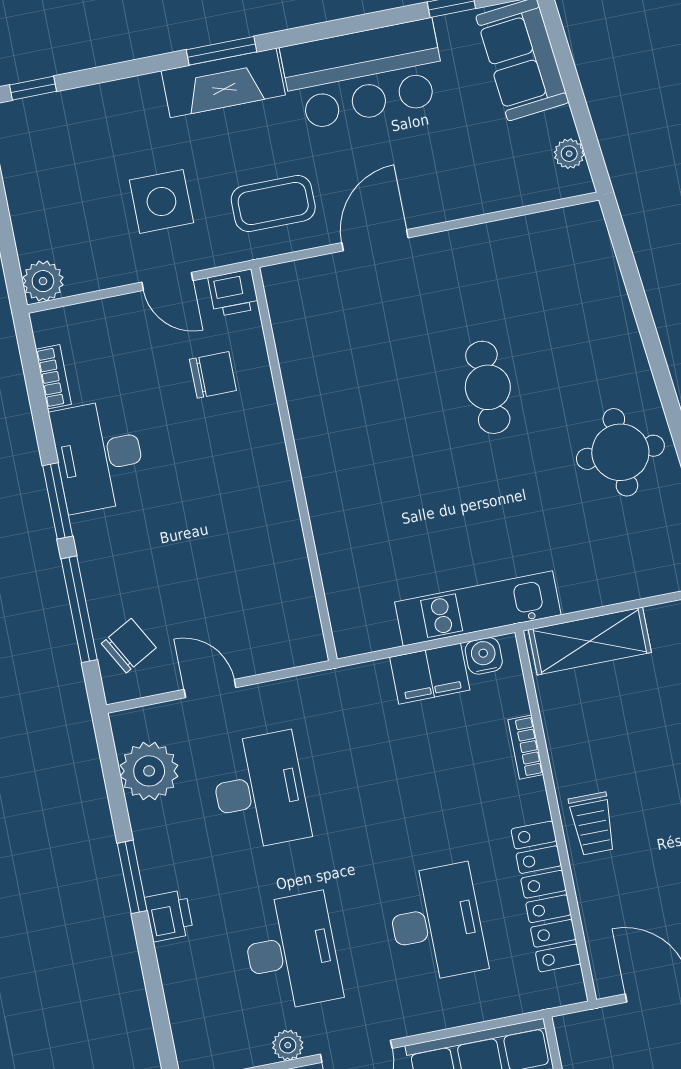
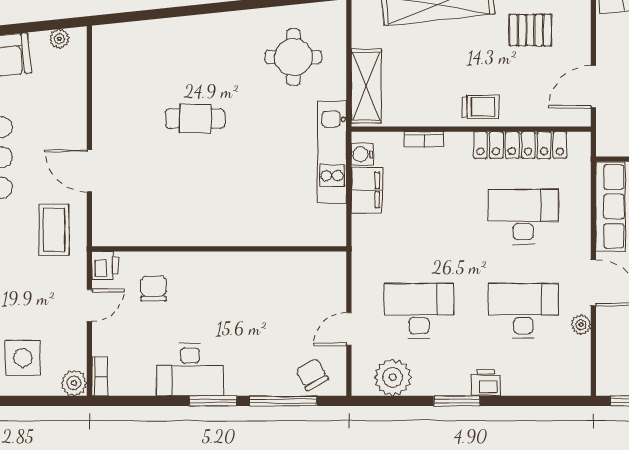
side table: (161, 201) -> (23, 358), moved
bookcase: (53, 377) -> (100, 377), moved, turned 90
round table: (620, 452) -> (293, 57), moved

